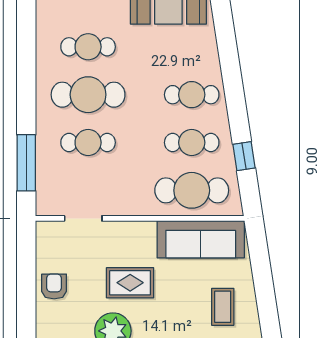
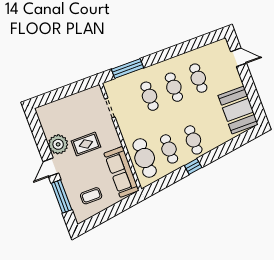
cafe table: (88, 95) -> (174, 87), width x0.73, depth x0.74
window: (244, 156) -> (193, 167), moved
rug: (130, 283) -> (86, 144), turned 90
armchair: (54, 286) -> (70, 106), removed

